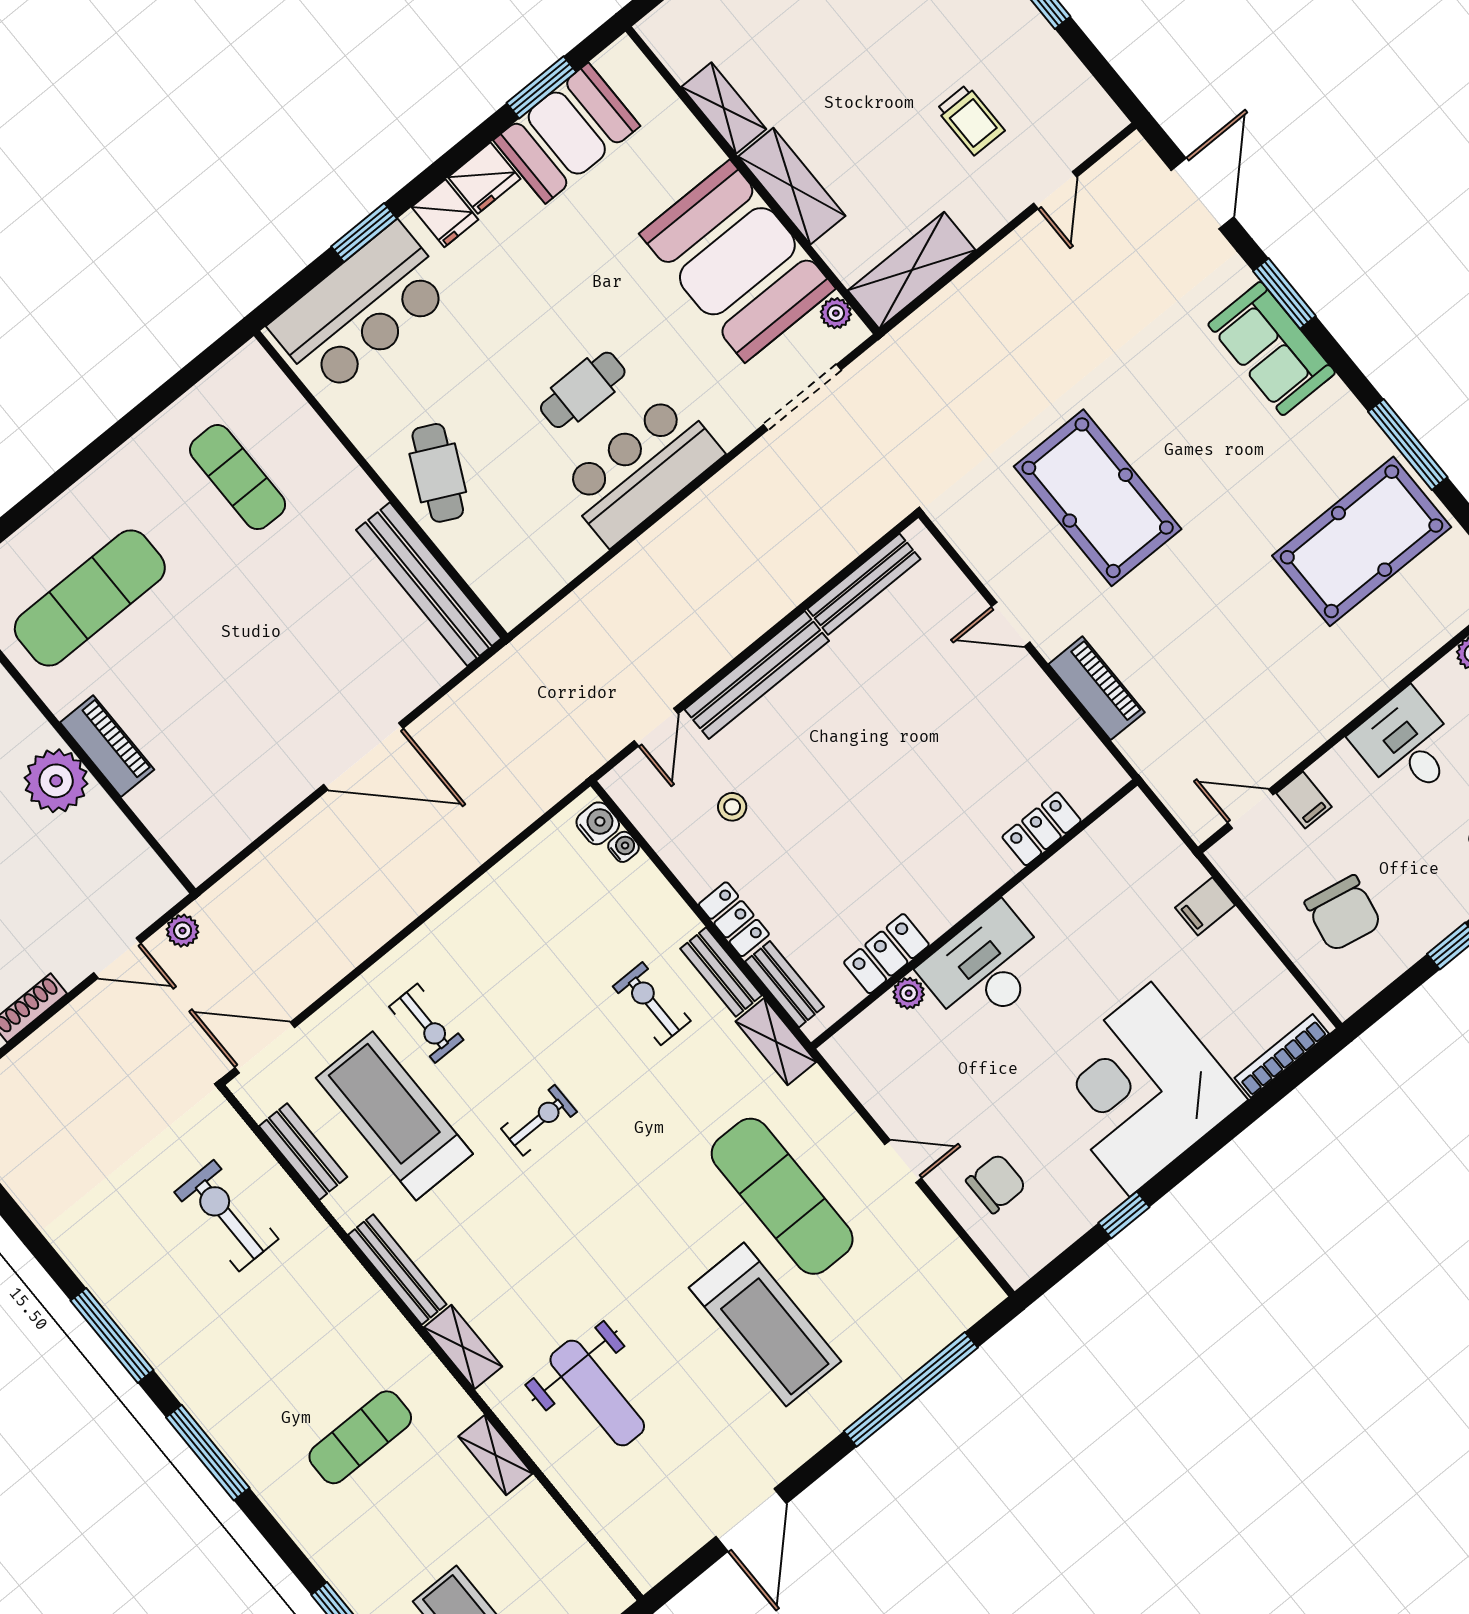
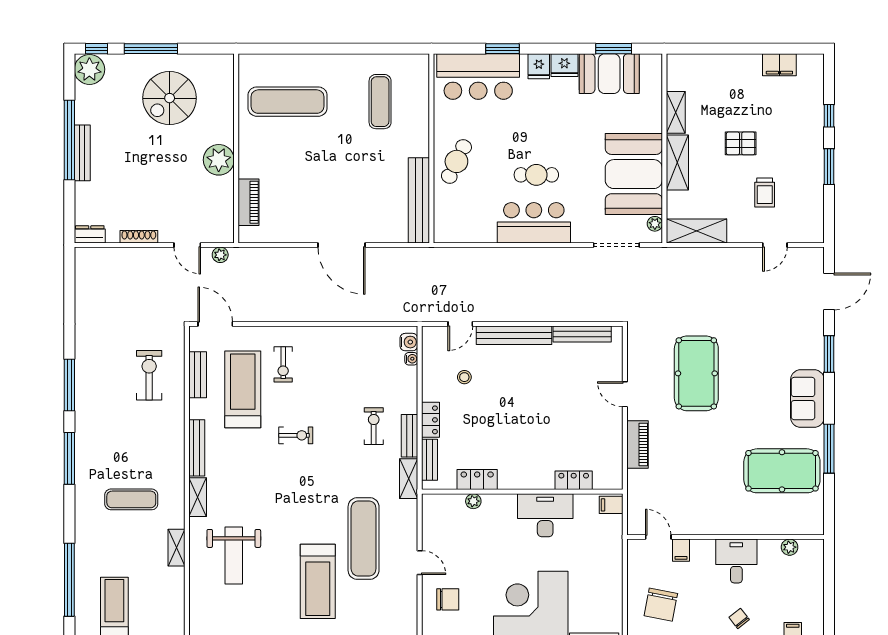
pallet: (868, 73) -> (741, 143), added
sofa: (1272, 349) -> (807, 399), moved
piano: (107, 746) -> (249, 202), moved
filing cabinet: (1205, 906) -> (611, 505), moved
desk: (986, 968) -> (545, 515), moved

